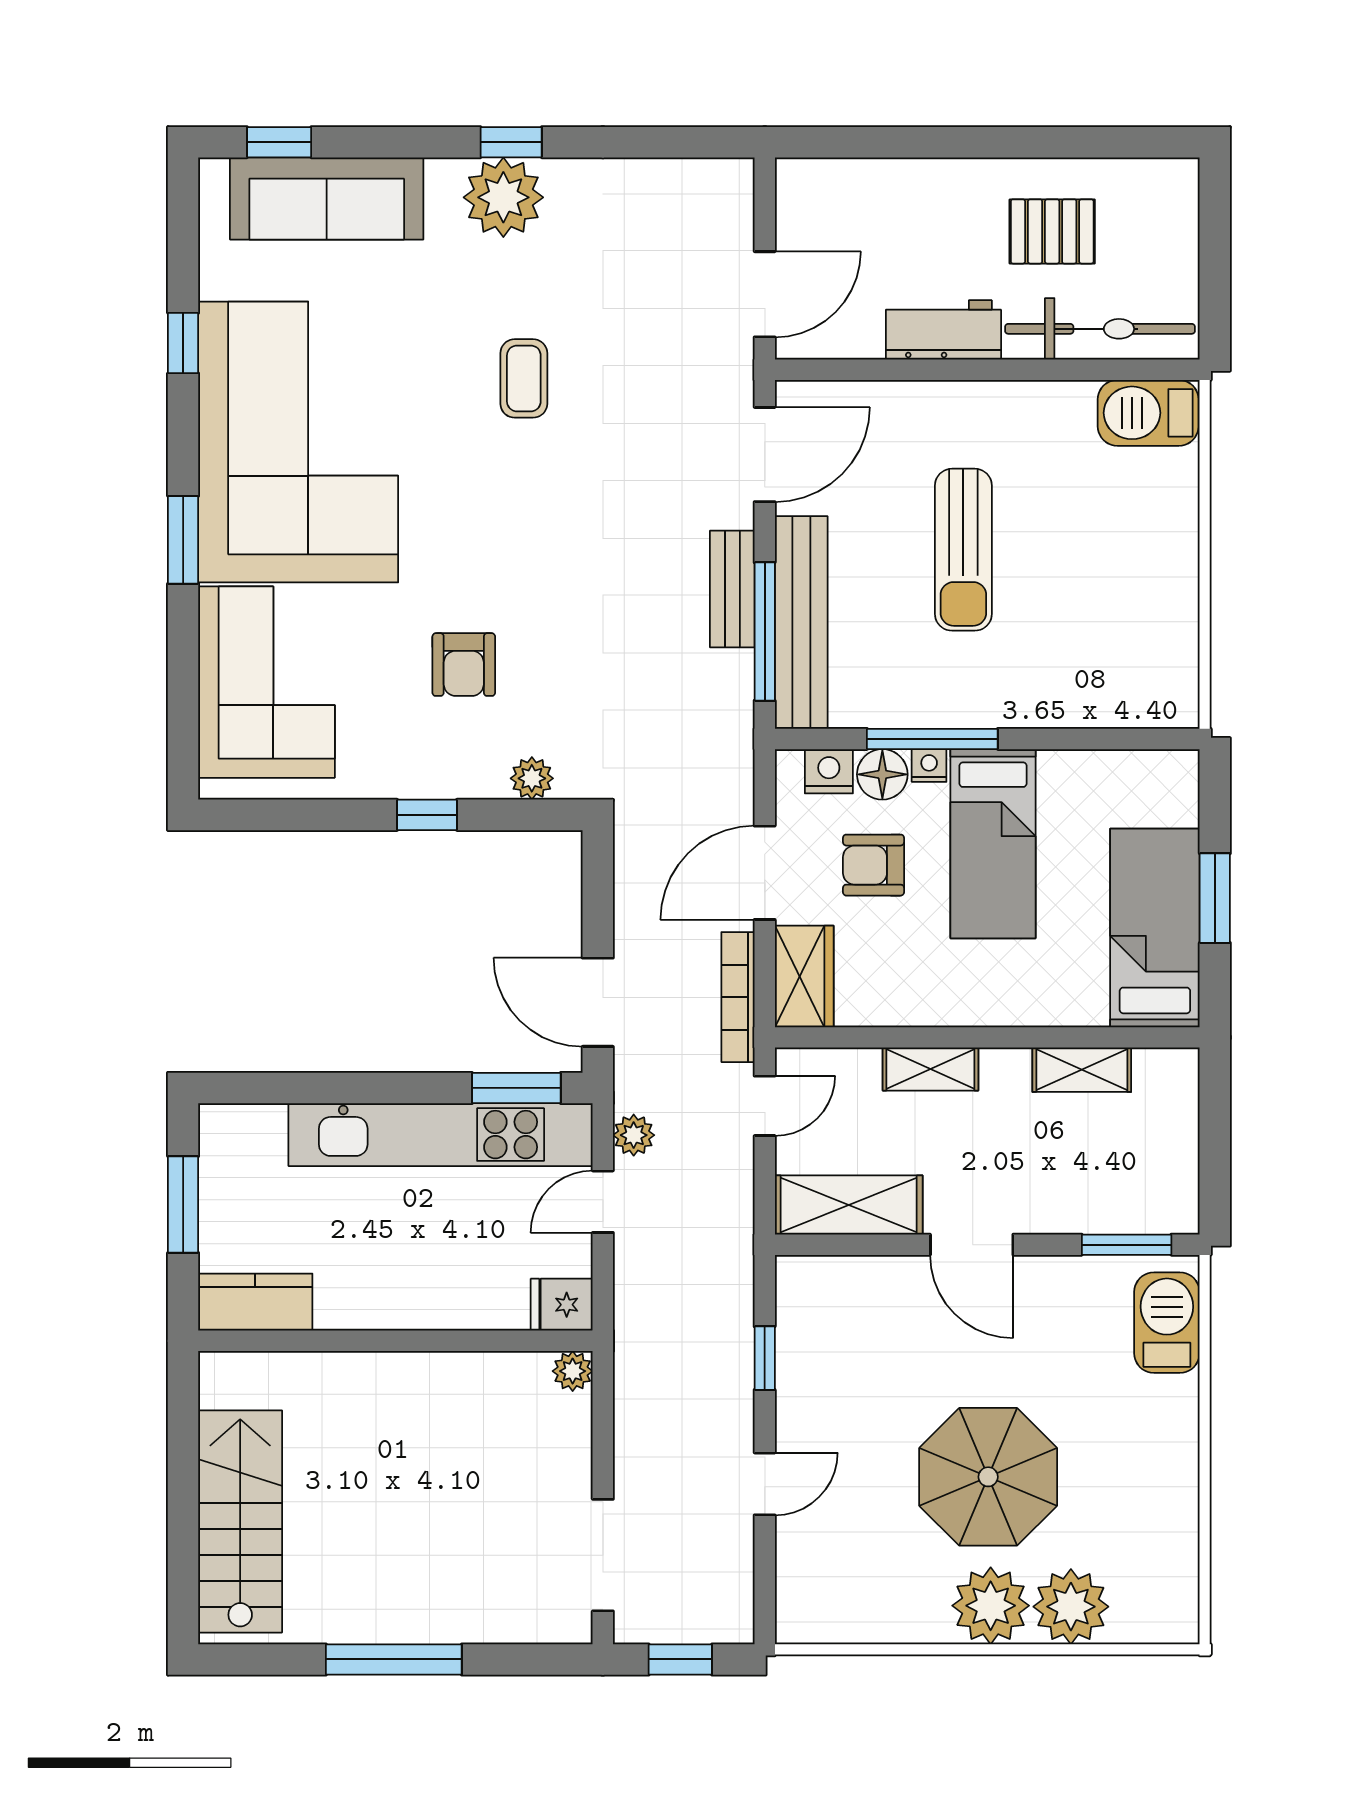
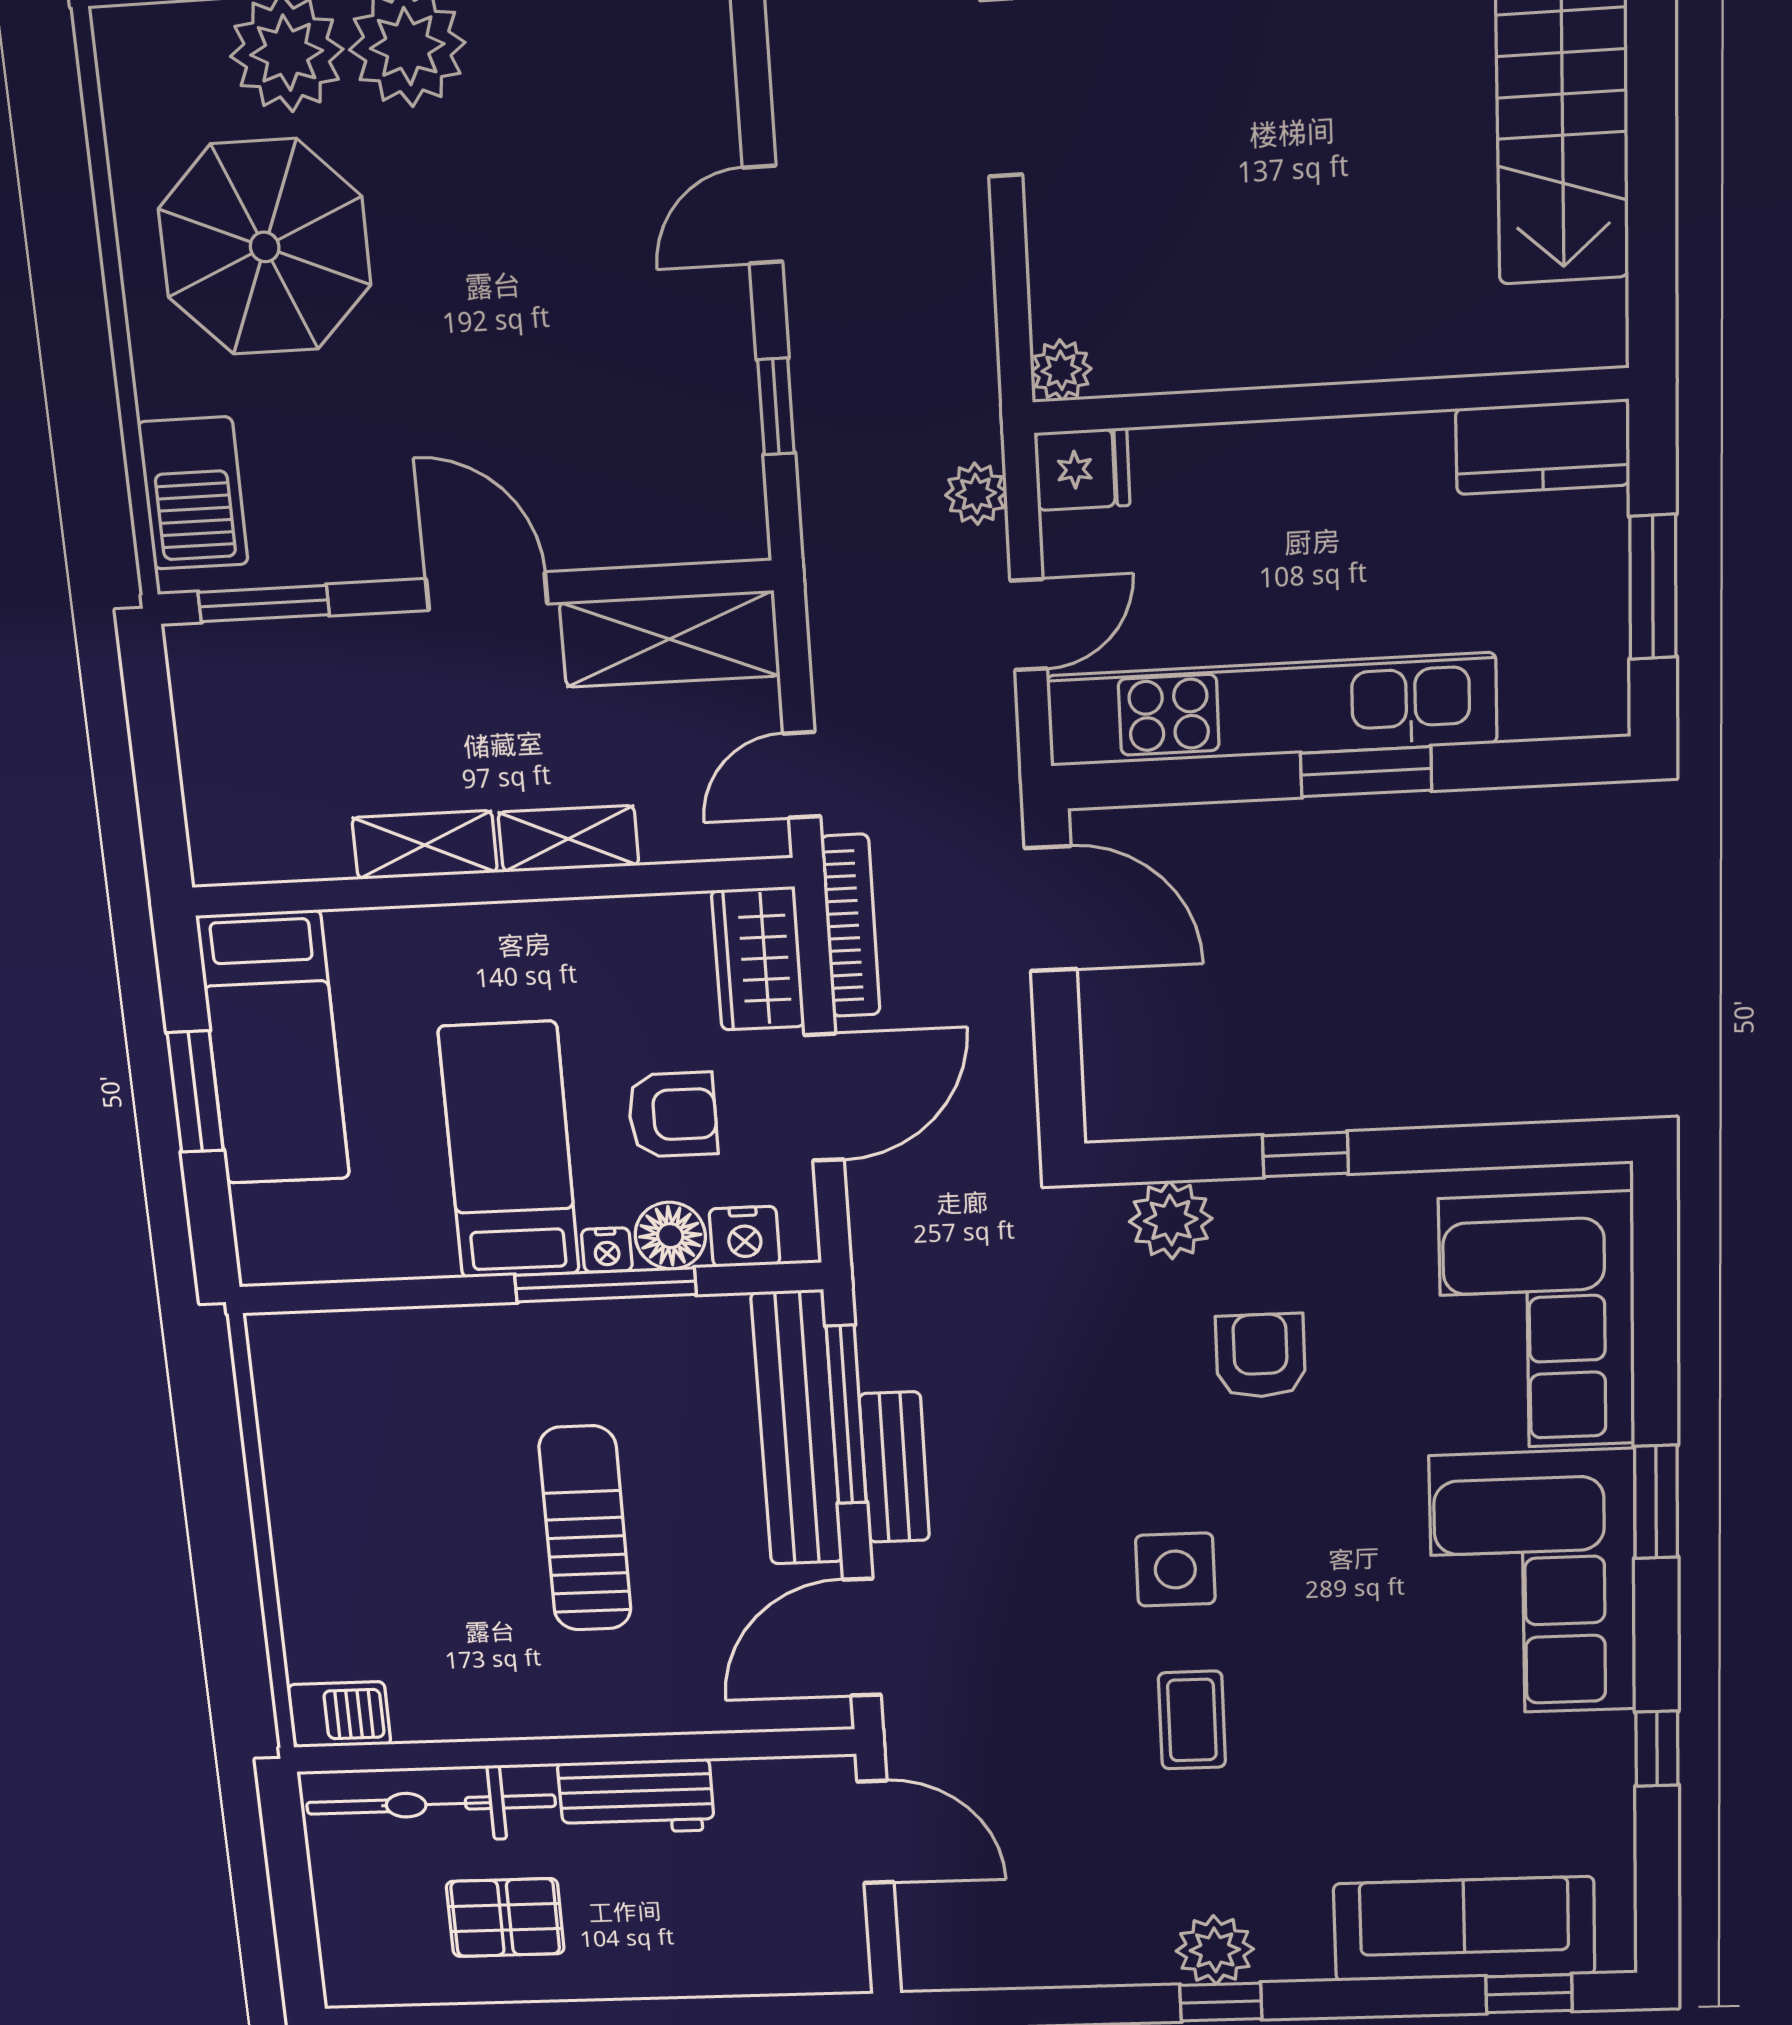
plant: (503, 197) -> (1215, 1950), width x0.73, depth x0.73
door: (765, 294) -> (875, 1832), swing flipped
barbecue: (1148, 413) -> (340, 1715), width x0.73, depth x0.79
corner sofa: (298, 442) -> (1533, 1583), width x0.73, depth x0.74
side table: (531, 500) -> (1175, 1570), added
plant: (532, 778) -> (1171, 1220), width x1.38, depth x1.38
shelving: (1082, 1070) -> (425, 845), moved
window: (516, 1088) -> (1366, 772), moved
plant: (634, 1135) -> (976, 494), moved
parasol: (988, 1477) -> (265, 247), moved

